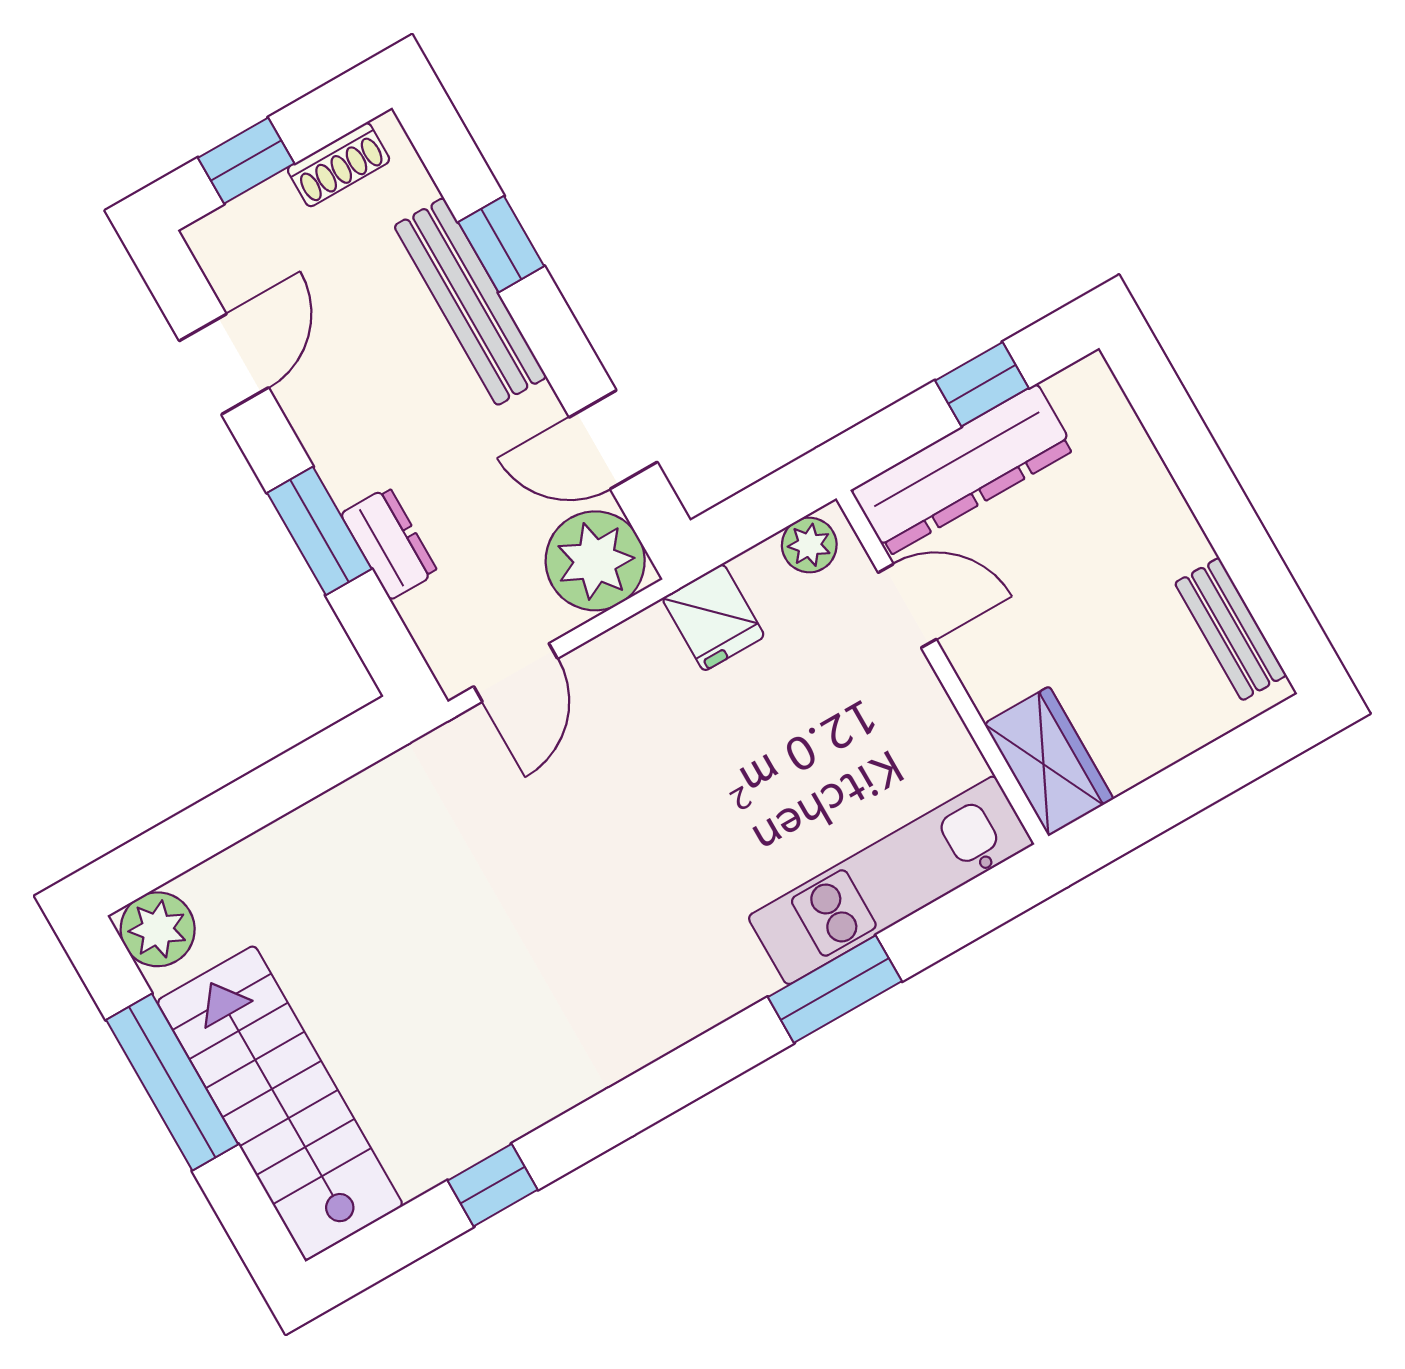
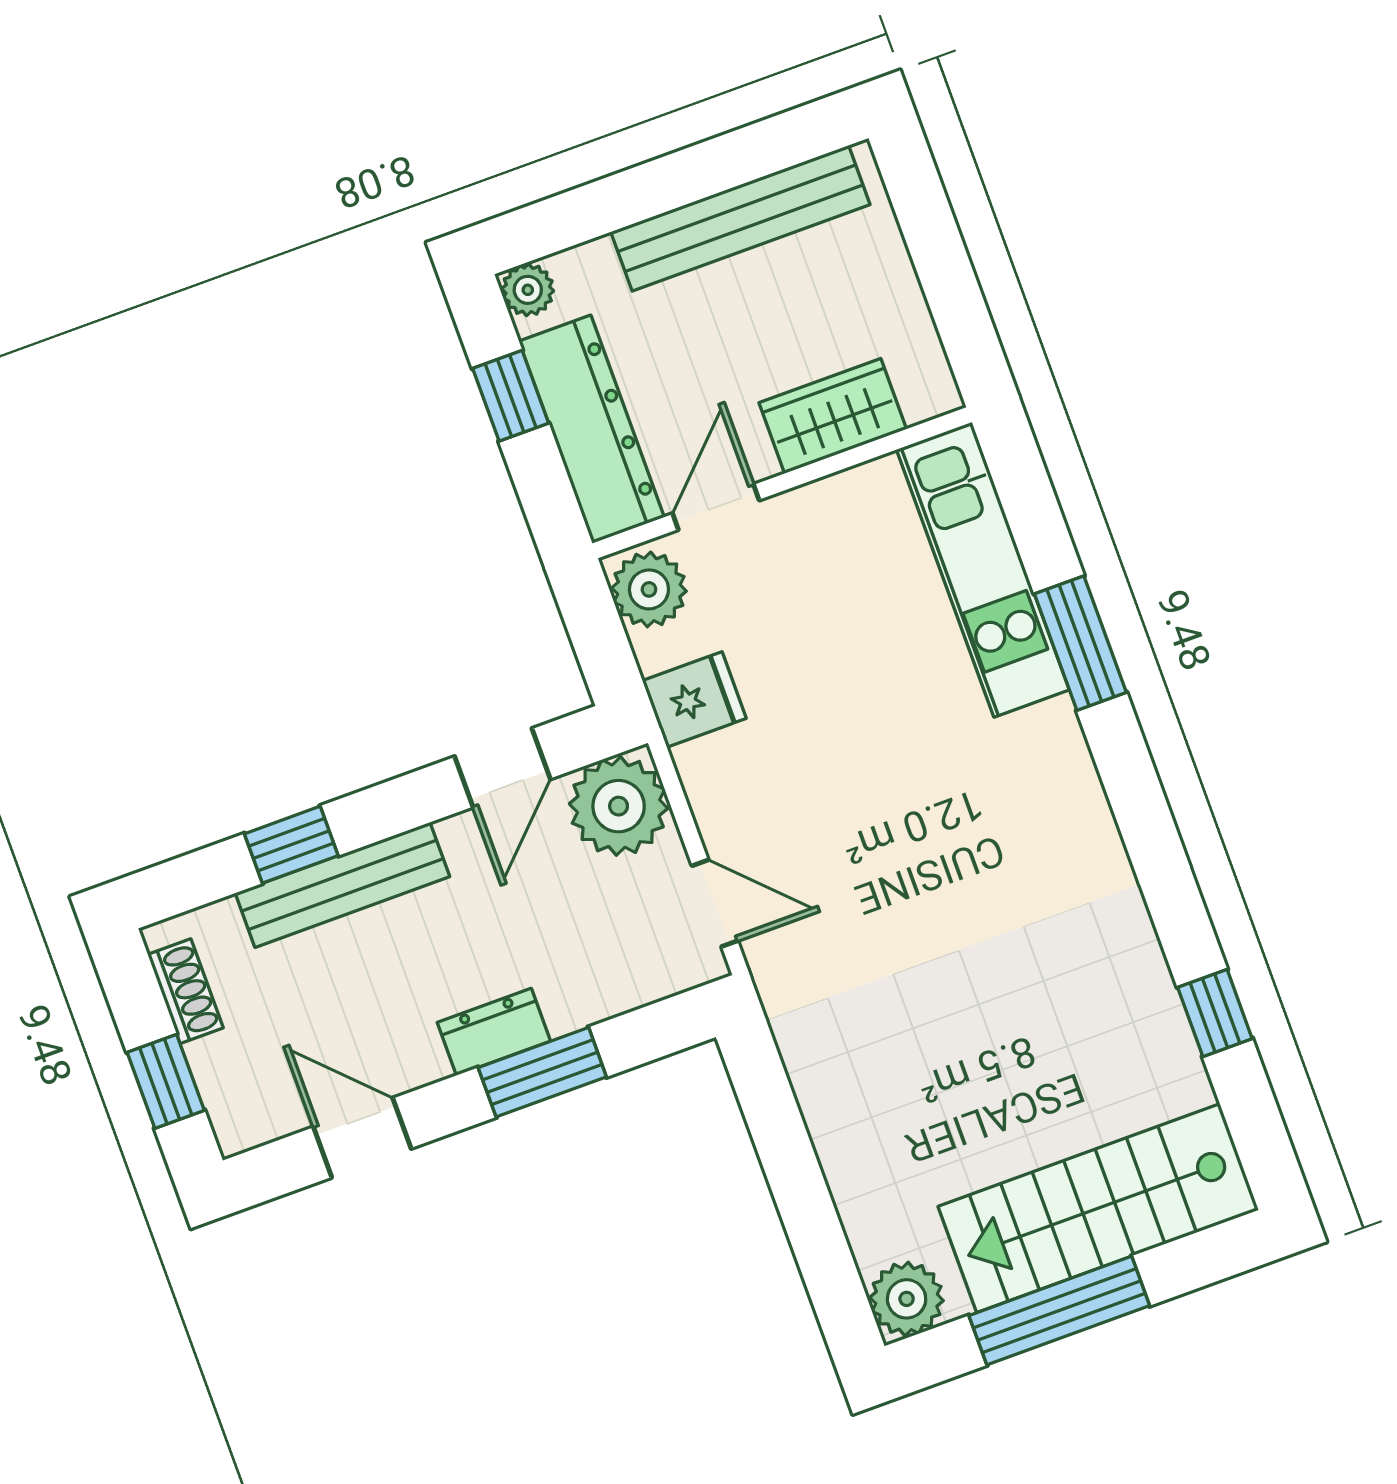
plant: (1090, 383) -> (528, 290), added
dresser: (389, 543) -> (494, 1032), moved
plant: (809, 545) -> (649, 589), width x1.38, depth x1.38
bench: (1231, 629) -> (740, 218), width x1.86, depth x1.21
wardrobe: (1049, 761) -> (833, 416), moved

